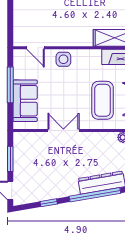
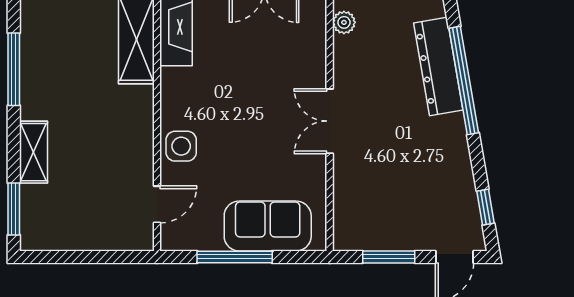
coffee table: (103, 100) -> (267, 65), removed
double door: (63, 130) -> (330, 121), moved
window: (49, 203) -> (485, 207), moved

